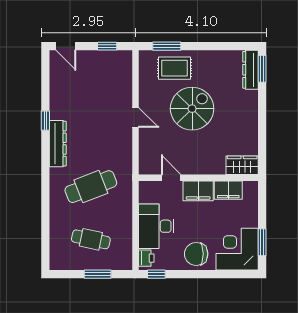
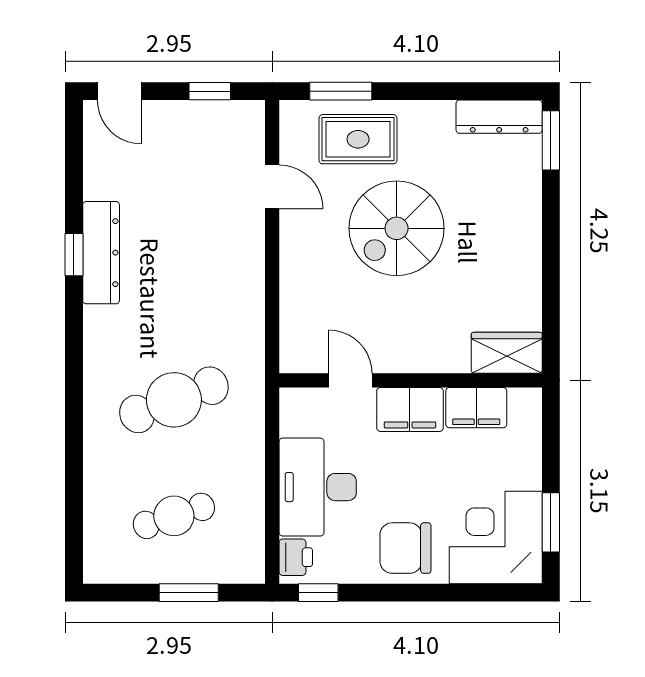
dresser: (251, 70) -> (499, 117), moved, turned -90
spiral stairs: (192, 109) -> (397, 228), turned 180
door: (135, 118) -> (272, 187), moved
dresser: (58, 144) -> (101, 253), moved
cafe table: (91, 239) -> (174, 516), turned -30

